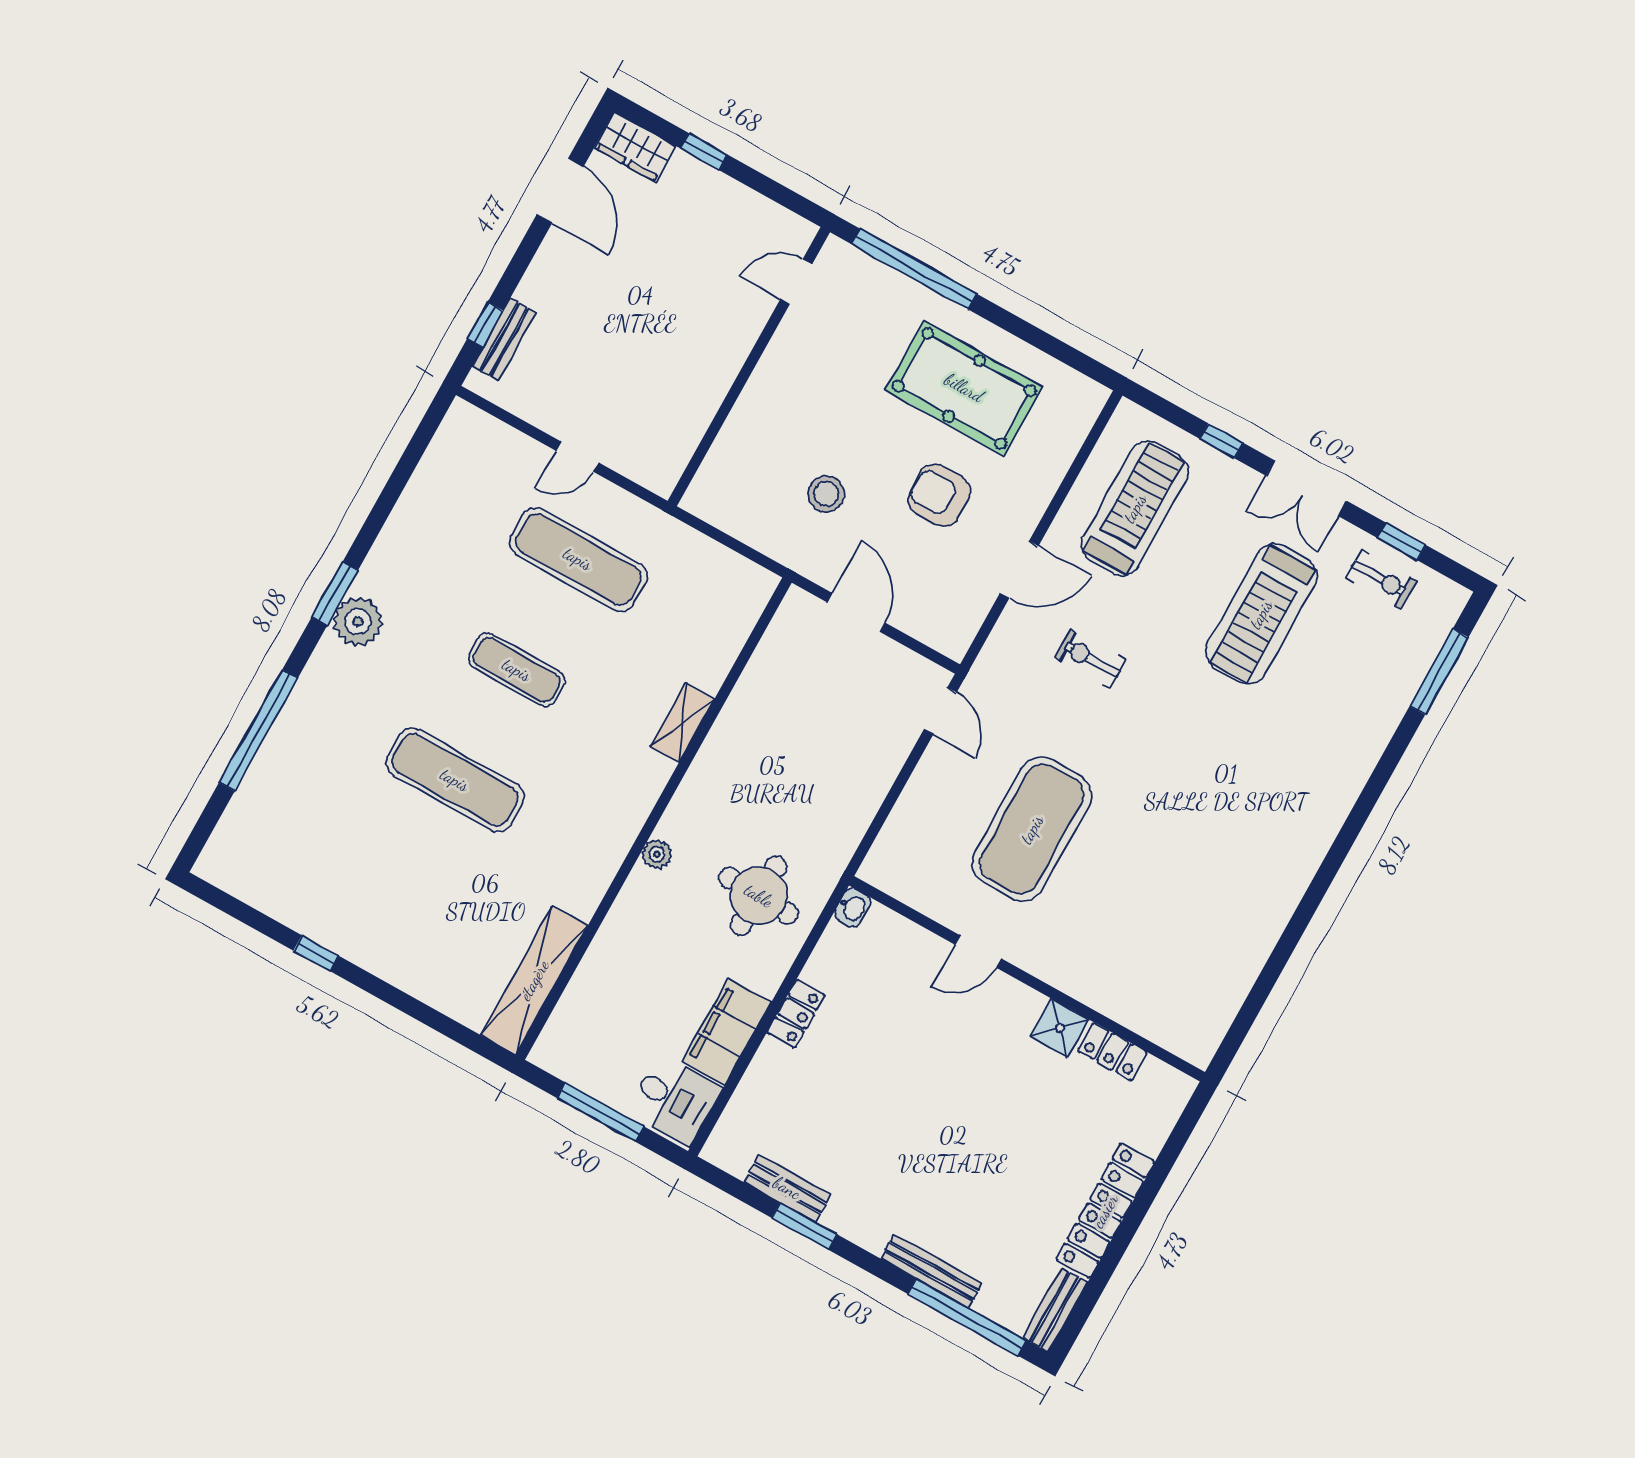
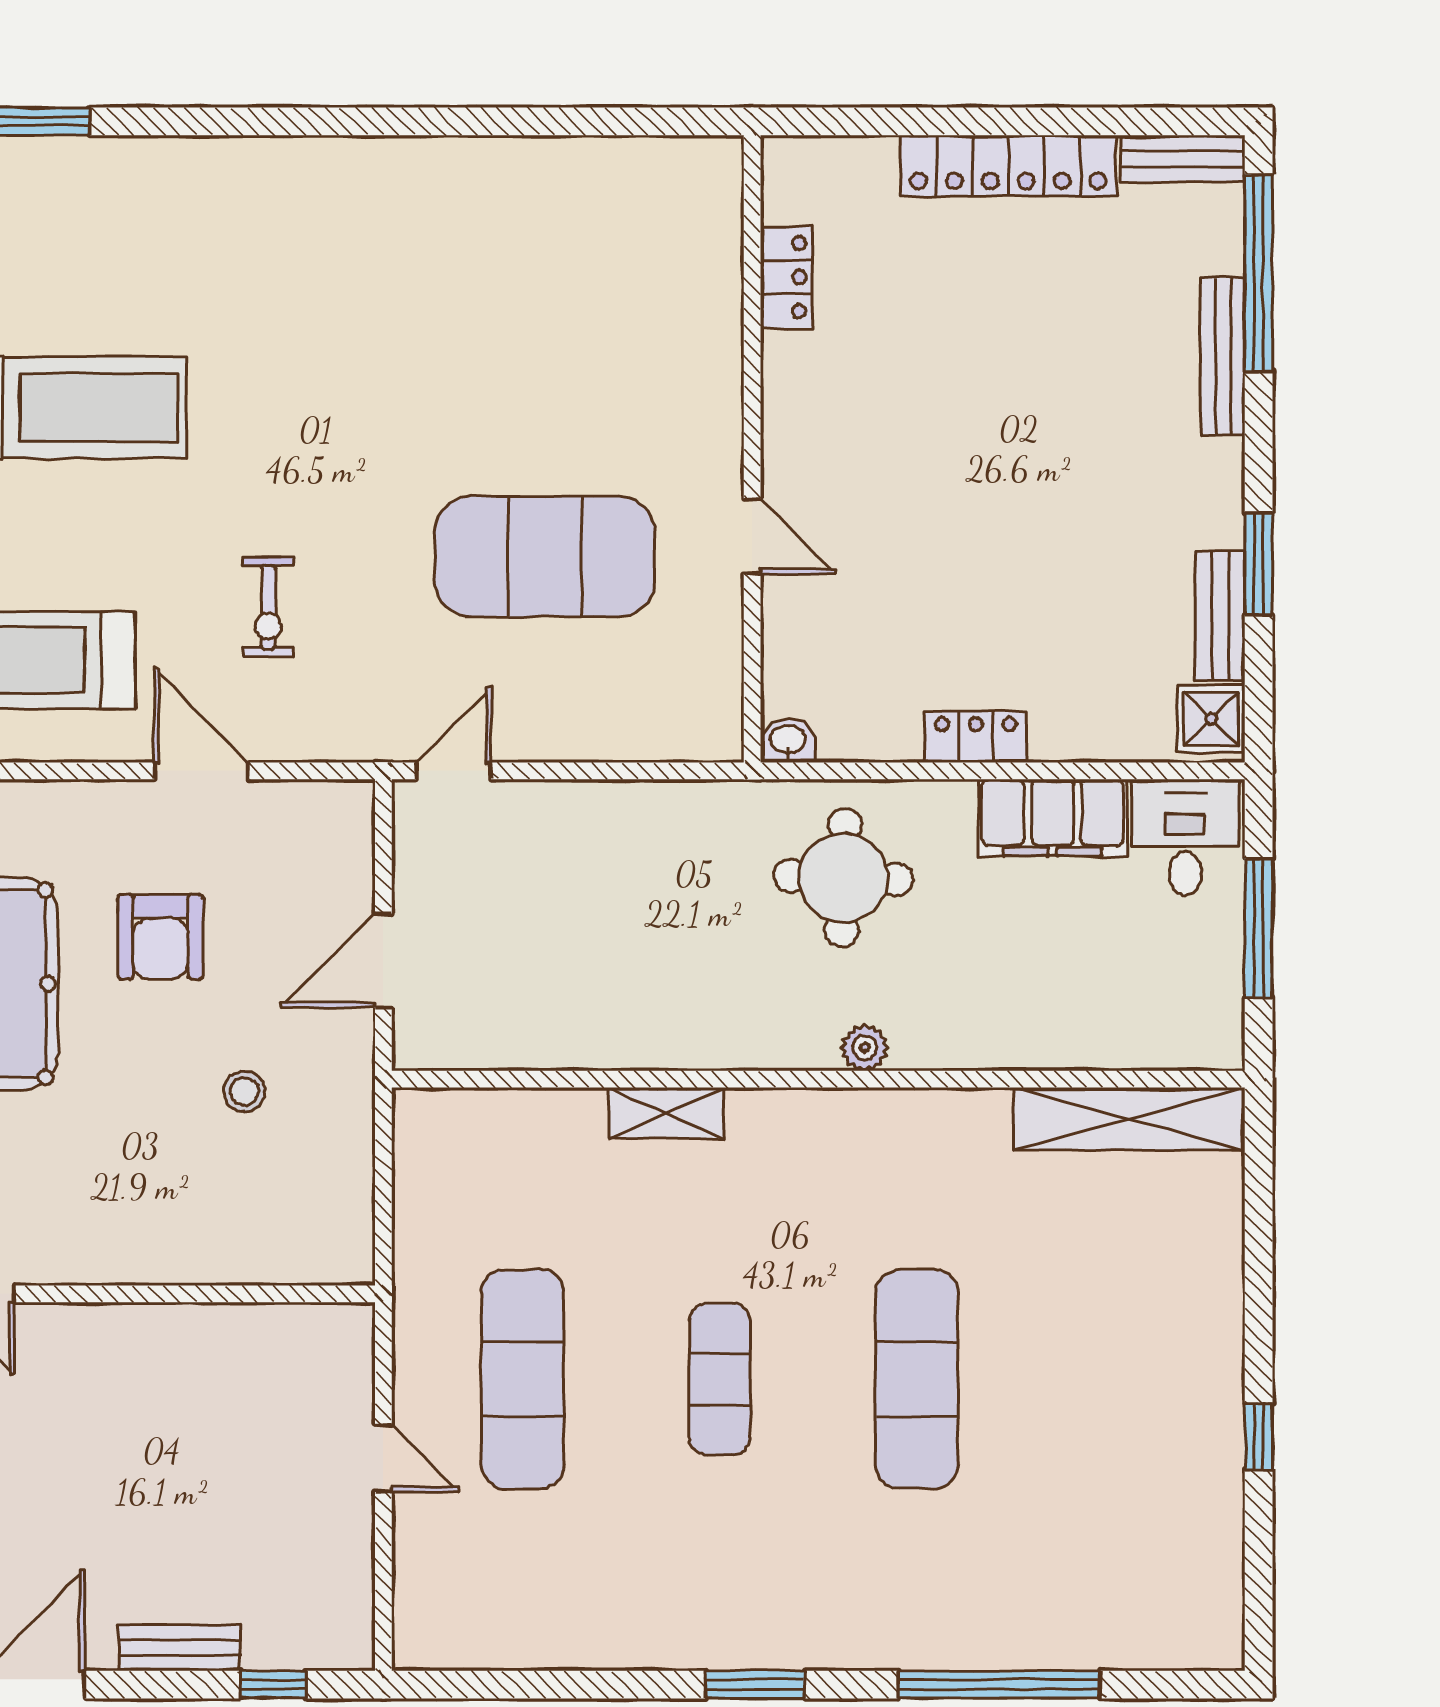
bench: (504, 339) -> (180, 1648), moved
stool: (826, 494) -> (244, 1091), width x0.73, depth x0.73
plant: (358, 621) -> (775, 1632), removed
shower: (1060, 1028) -> (1211, 719), moved

